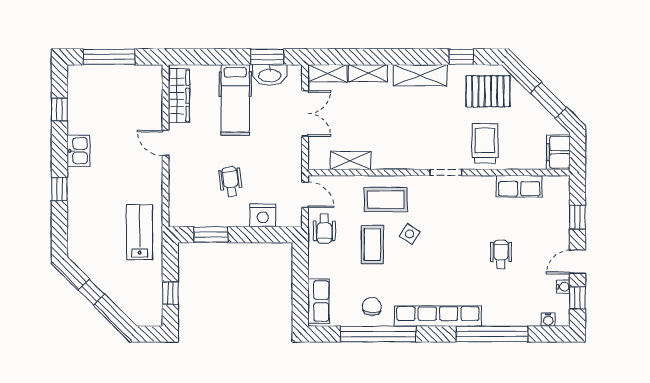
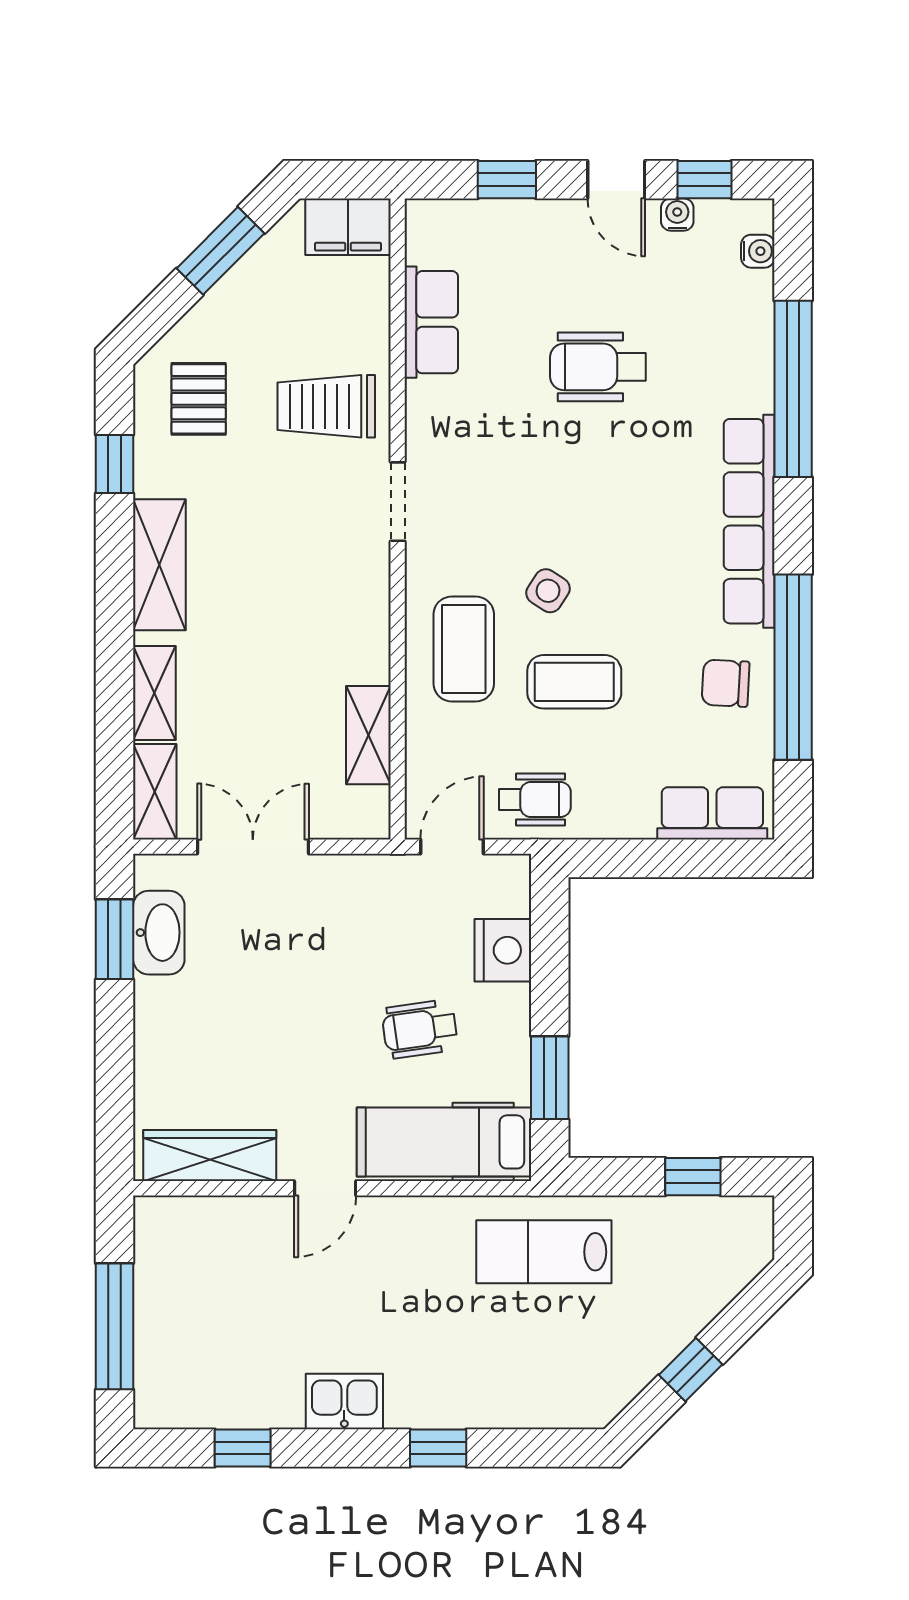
pallet: (488, 91) -> (199, 399), width x0.67, depth x0.71
hospital bed: (235, 100) -> (444, 1142), moved, turned 180
wheelchair: (501, 254) -> (598, 367), width x1.36, depth x1.37

